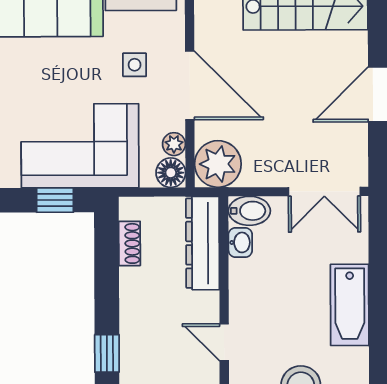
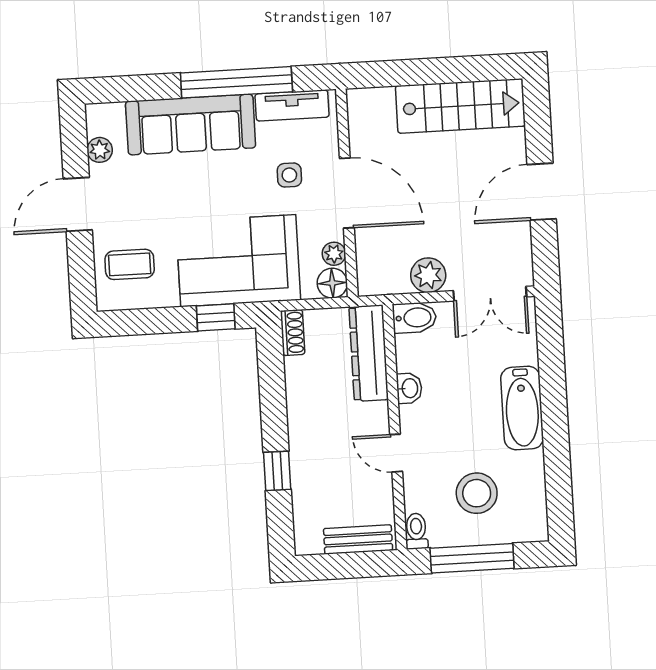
plant: (218, 164) -> (428, 275), moved, width x0.73, depth x0.73
washbasin: (240, 242) -> (409, 388), moved
shoe rack: (129, 243) -> (293, 332), moved

